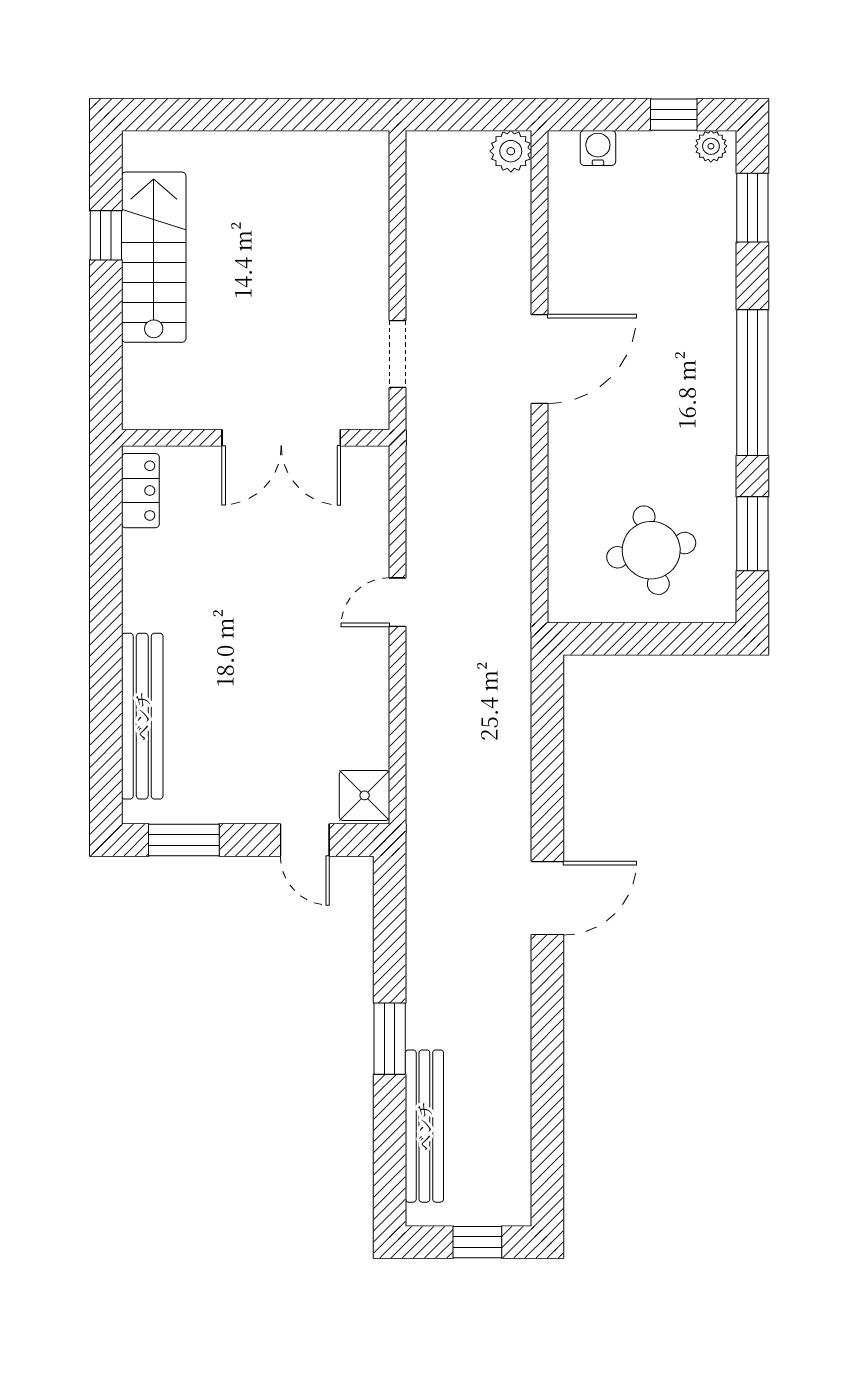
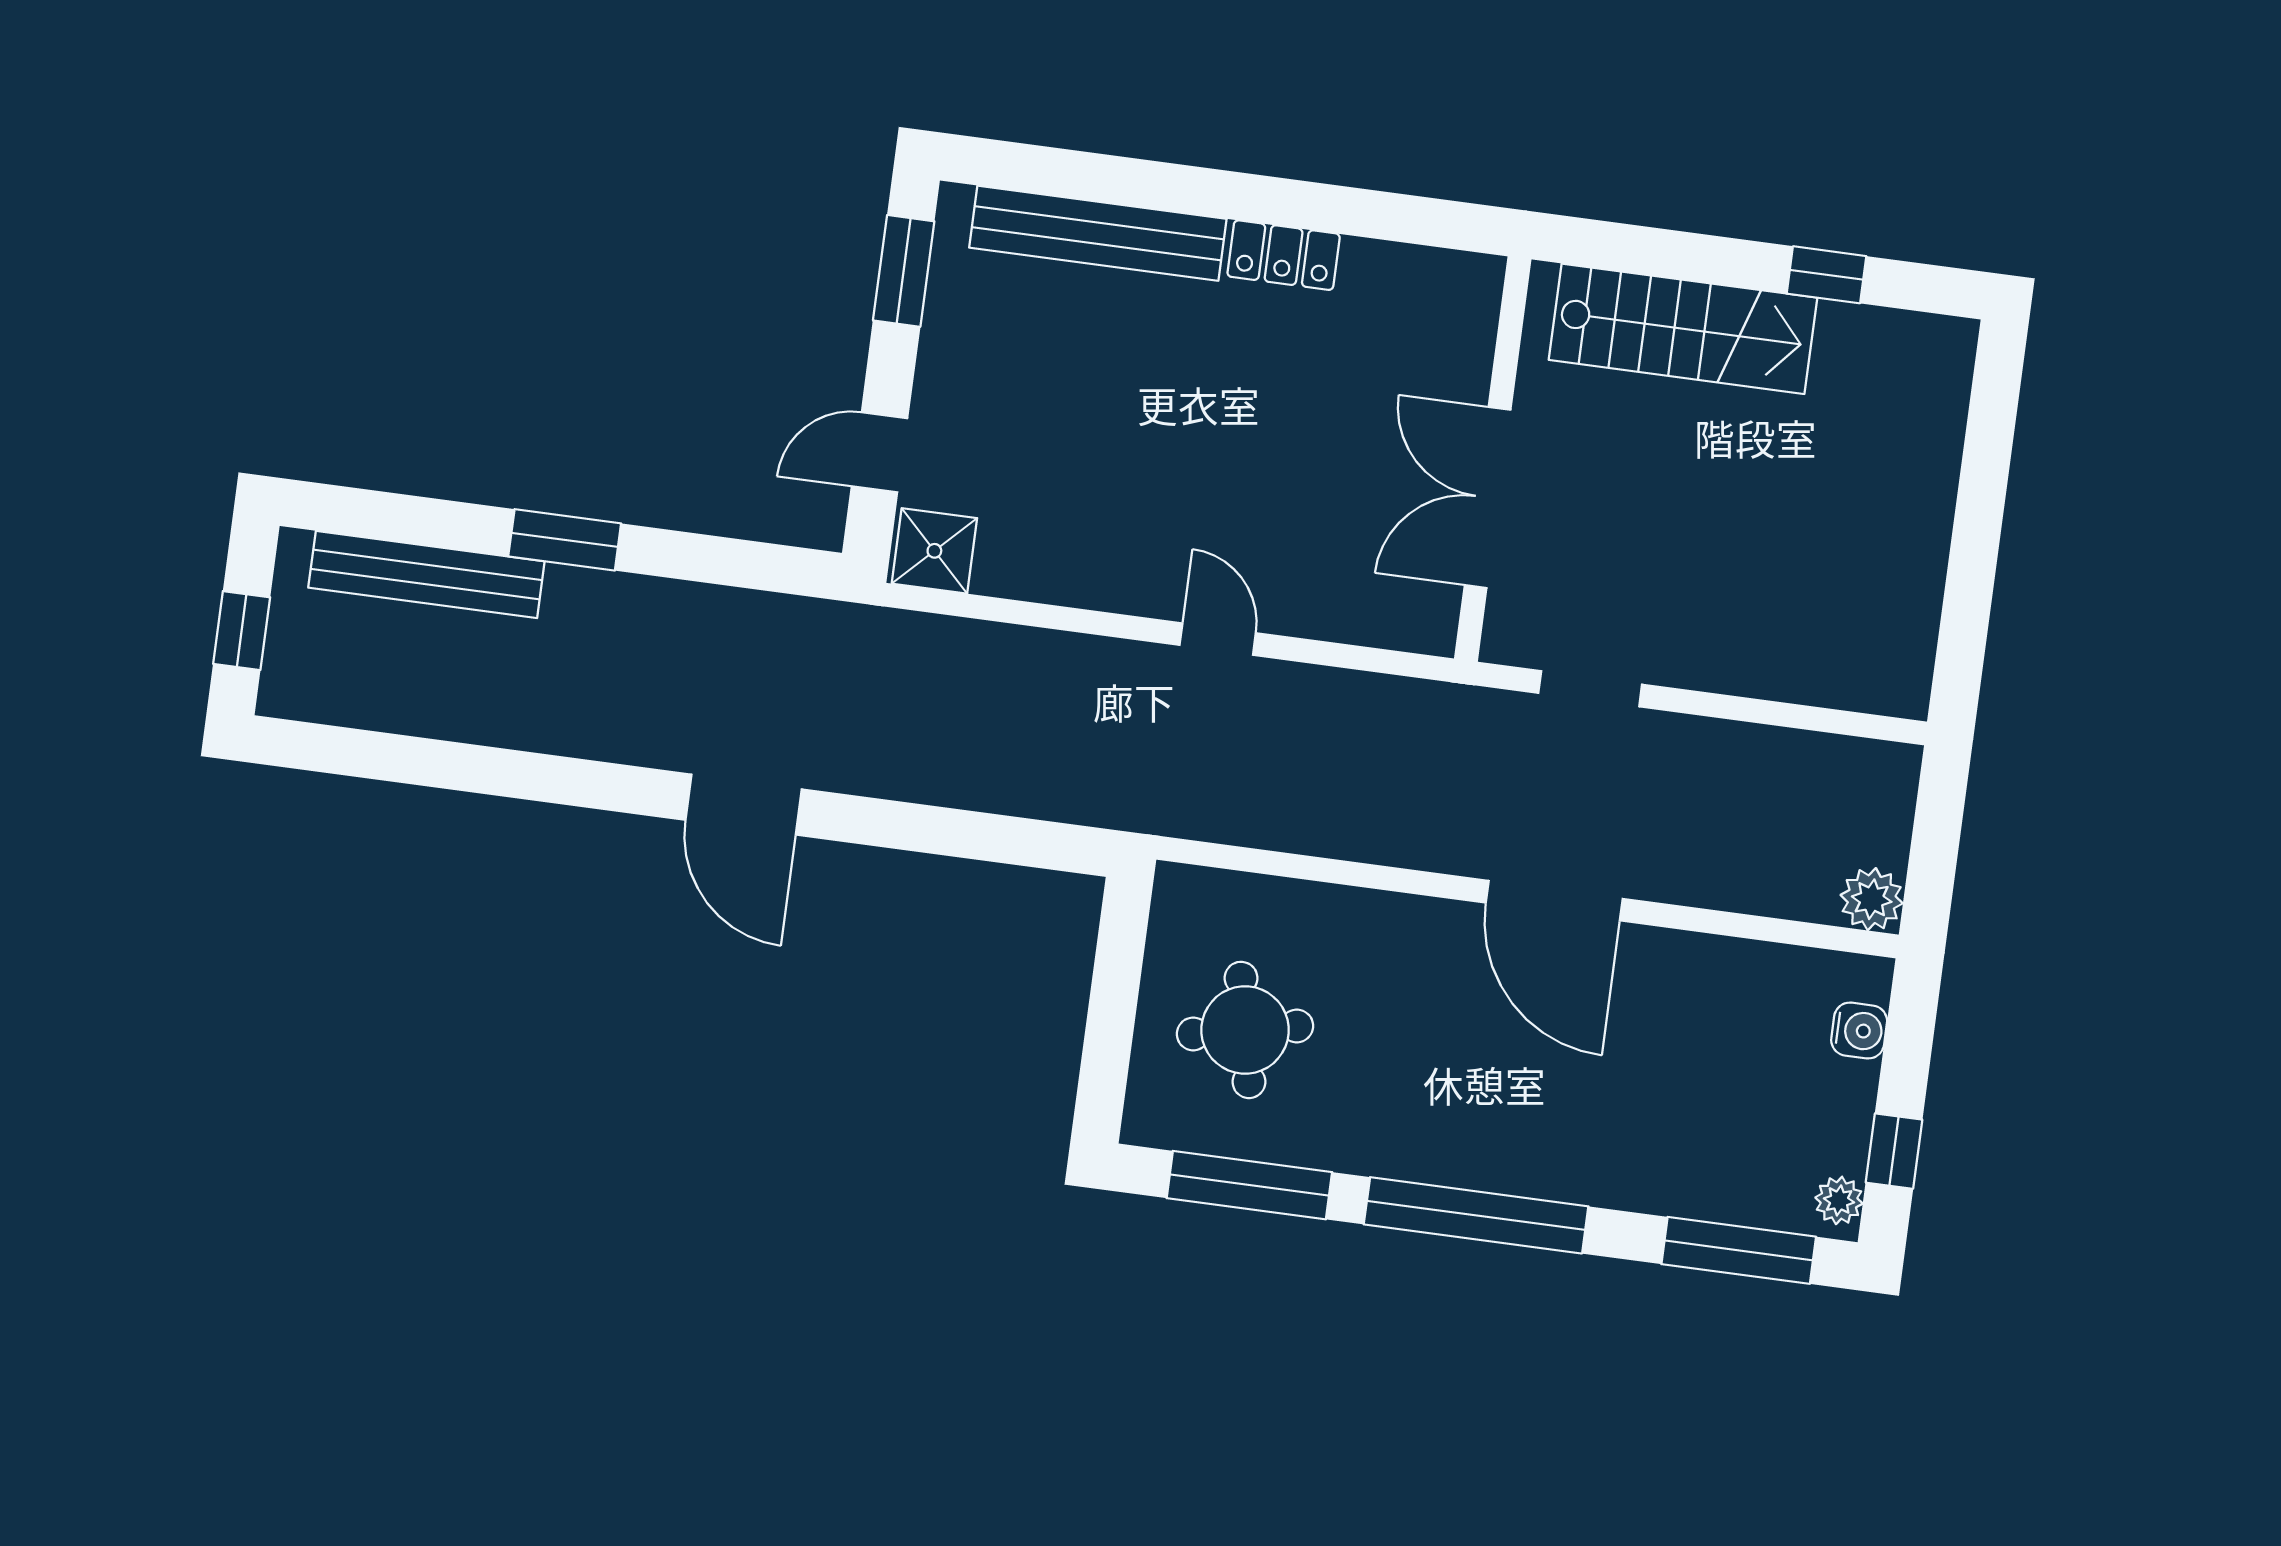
window: (752, 208) -> (1739, 1250), width x1.44
stairs: (154, 257) -> (1683, 329), moved
locker: (140, 491) -> (1284, 255), moved
window: (752, 534) -> (1249, 1185), width x1.44

